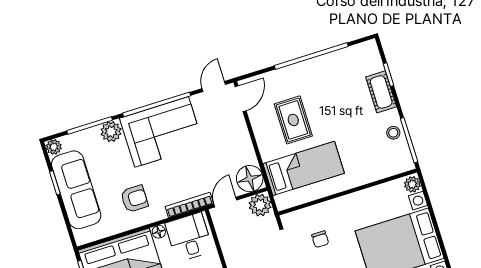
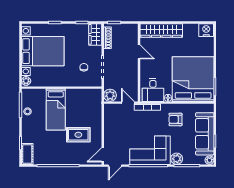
cot: (381, 92) -> (27, 154), moved
rug: (293, 120) -> (78, 135), turned 90
bed: (304, 168) -> (56, 109), moved, turned -90
floor lamp: (250, 179) -> (111, 111), removed
door: (225, 202) -> (128, 103), swing flipped

